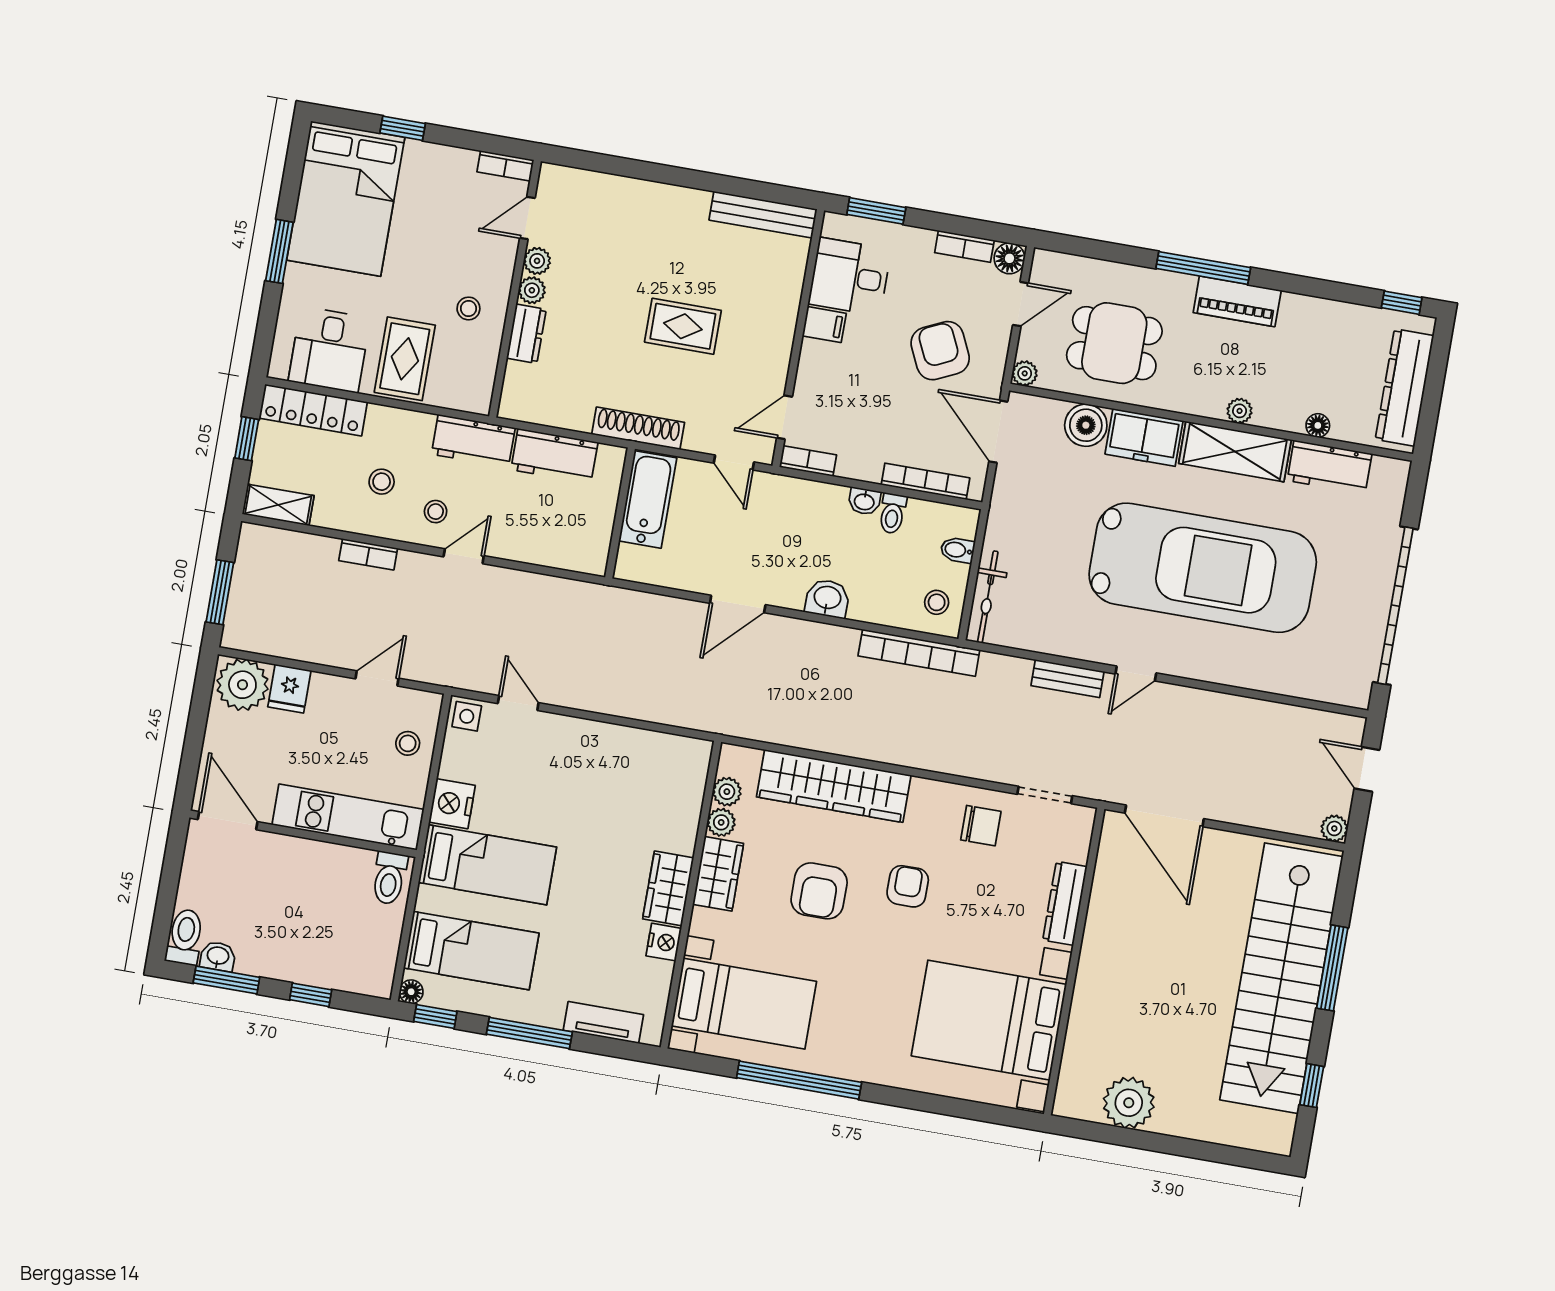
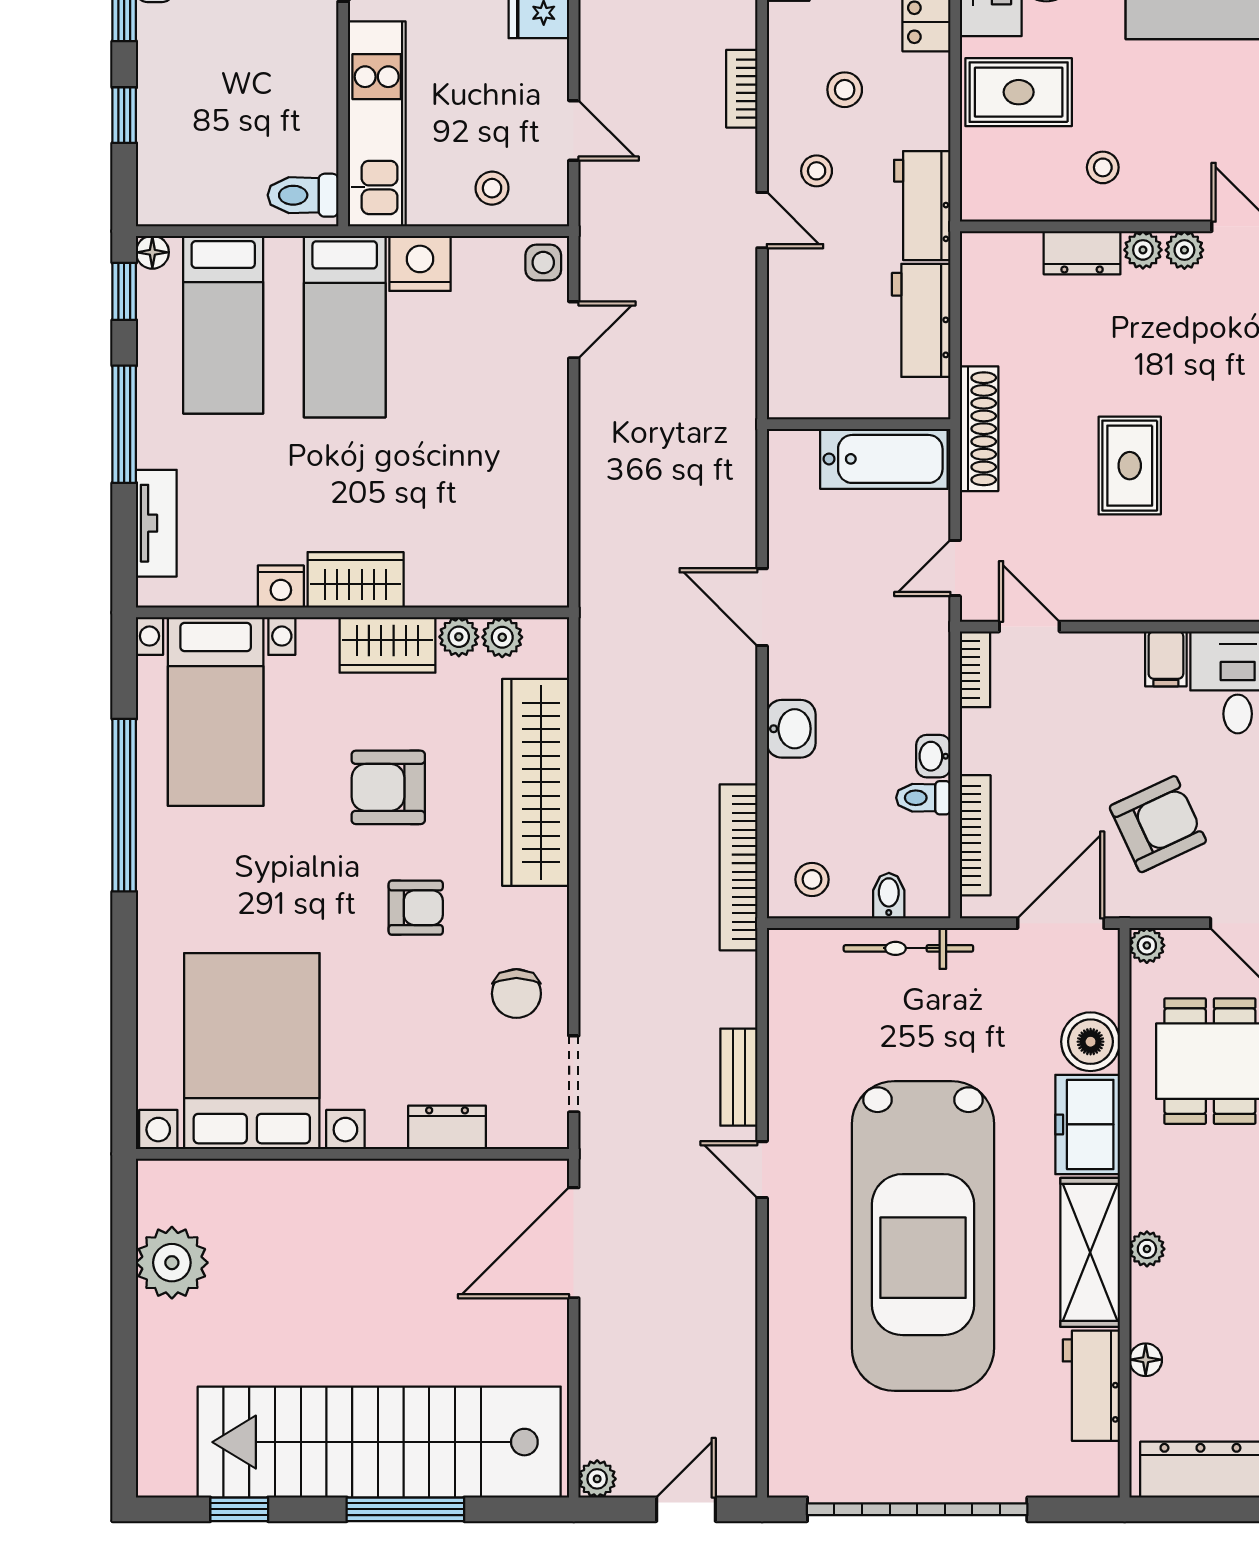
bicycle: (988, 597) -> (908, 948), moved
dresser: (1065, 903) -> (447, 1127), width x0.70

